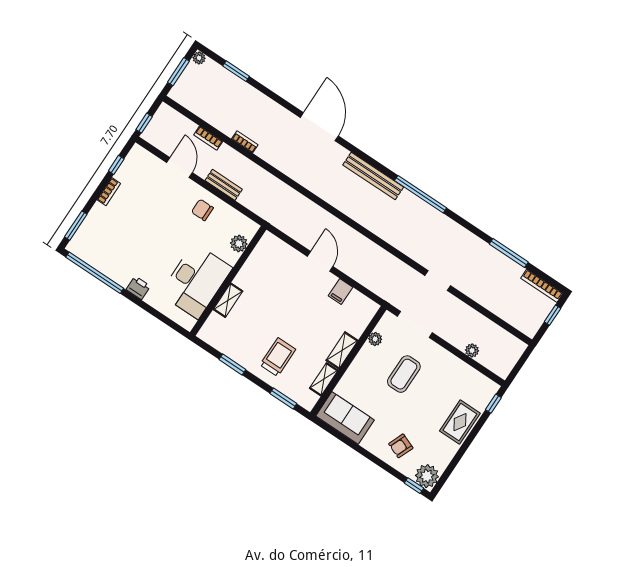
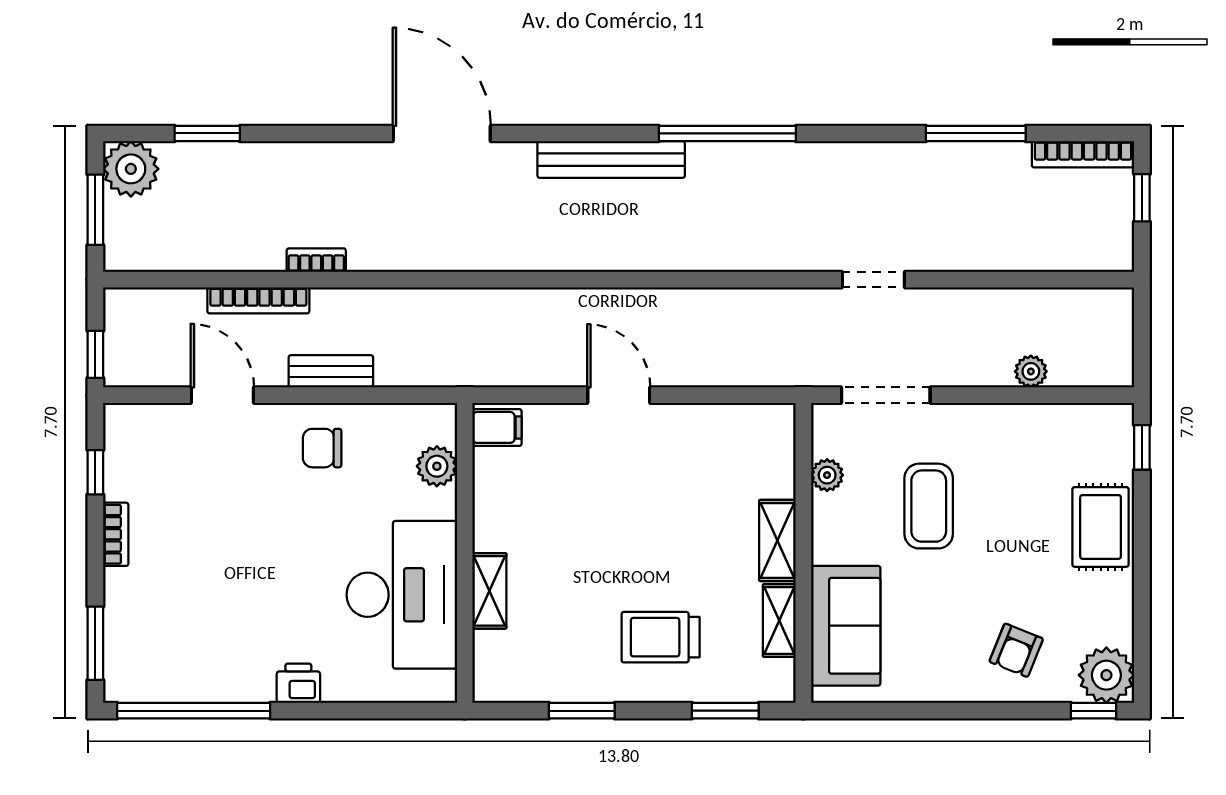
plant: (199, 58) -> (131, 169), width x1.88, depth x1.88
bookcase: (208, 138) -> (258, 300), width x1.56
filing cabinet: (341, 291) -> (497, 427), moved, turned -90
trolley: (278, 357) -> (661, 637), turned -90
sofa: (345, 418) -> (846, 626), moved, turned 90

